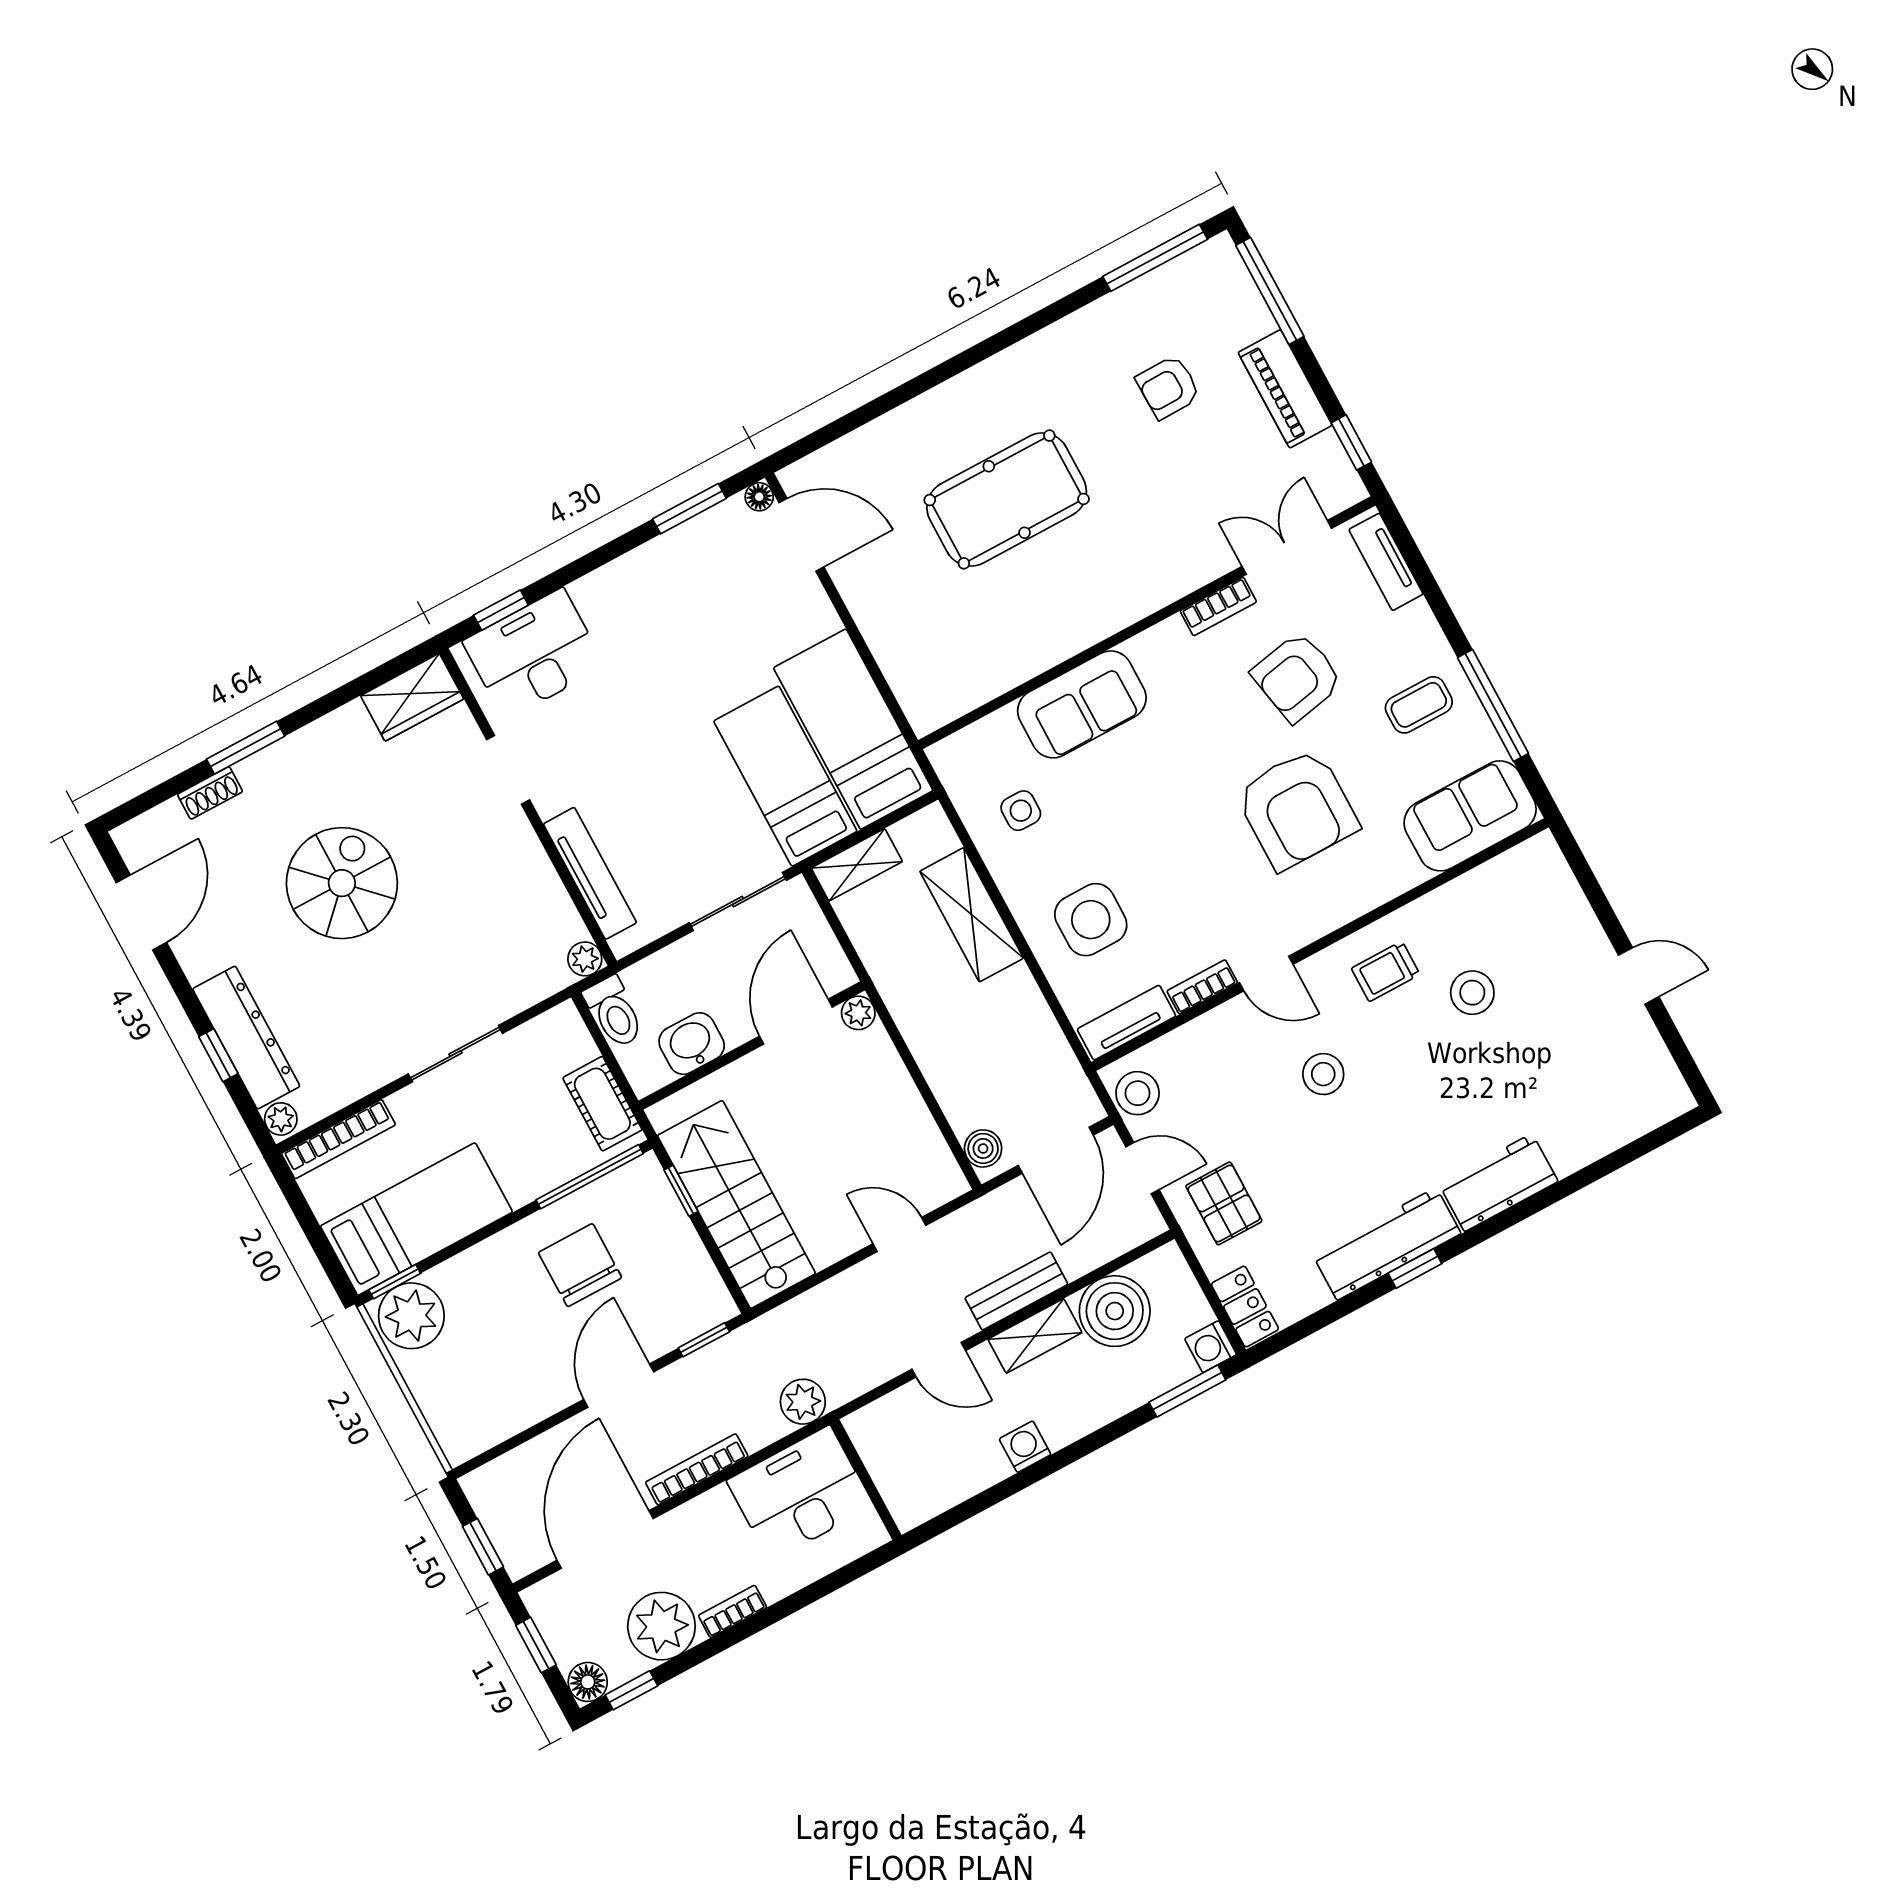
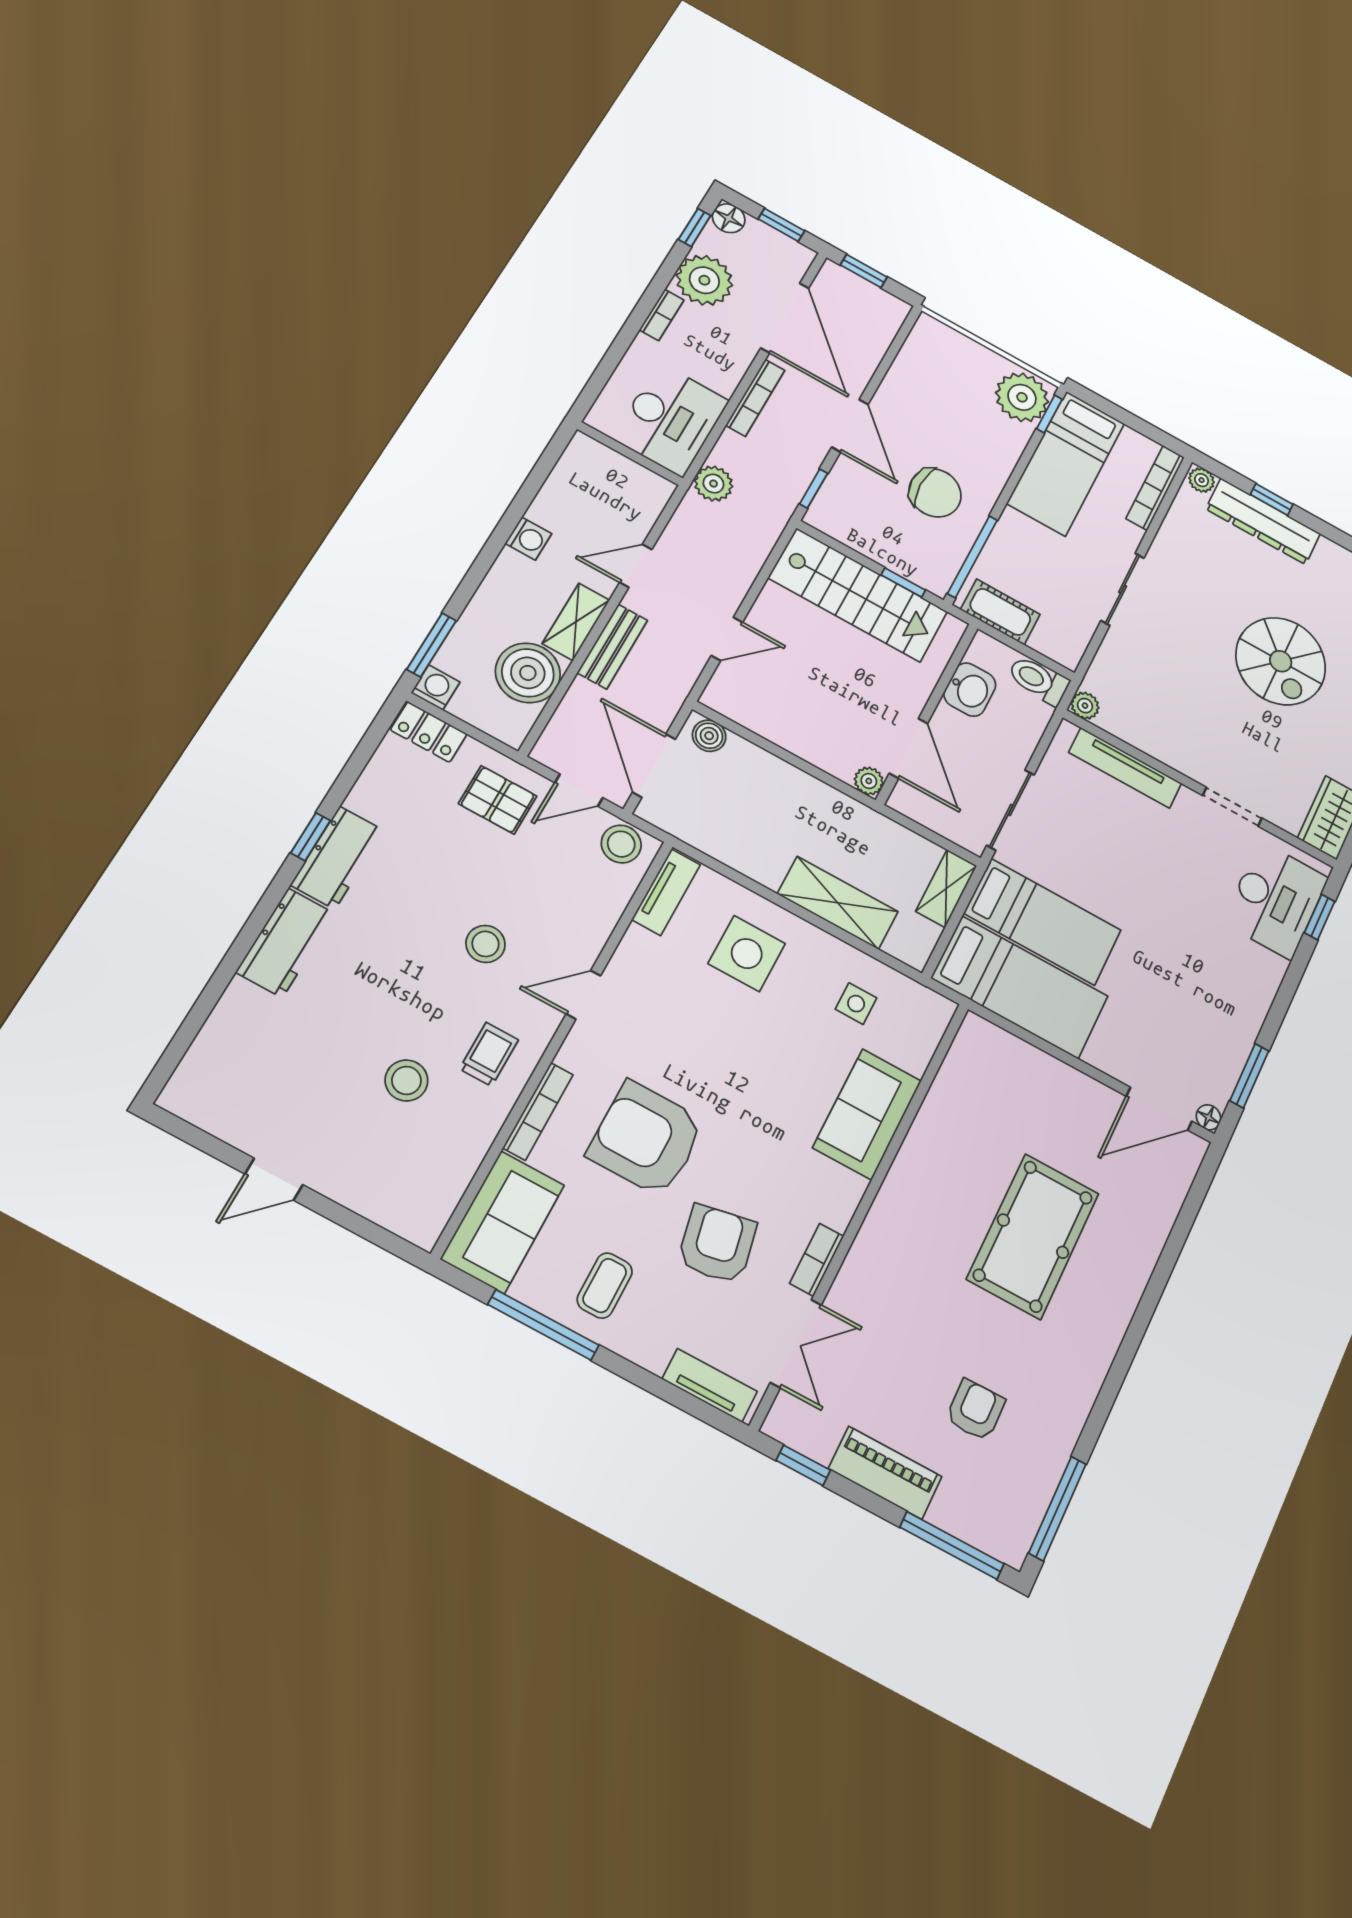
bookcase: (1202, 987) -> (538, 1111), moved, width x1.56
workbench: (1387, 1244) -> (337, 858), width x0.73

